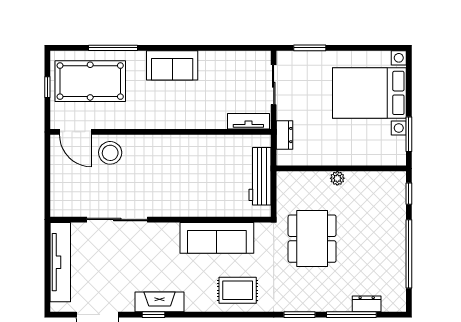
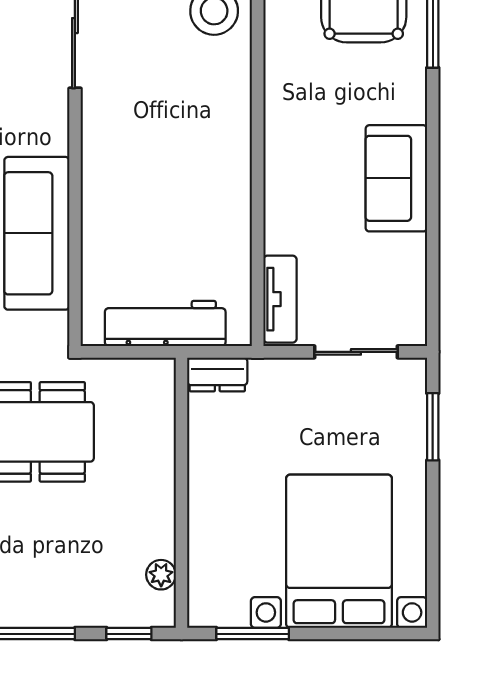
sofa: (172, 65) -> (396, 178), moved
dresser: (285, 135) -> (217, 374), moved
plant: (337, 178) -> (161, 575), moved

